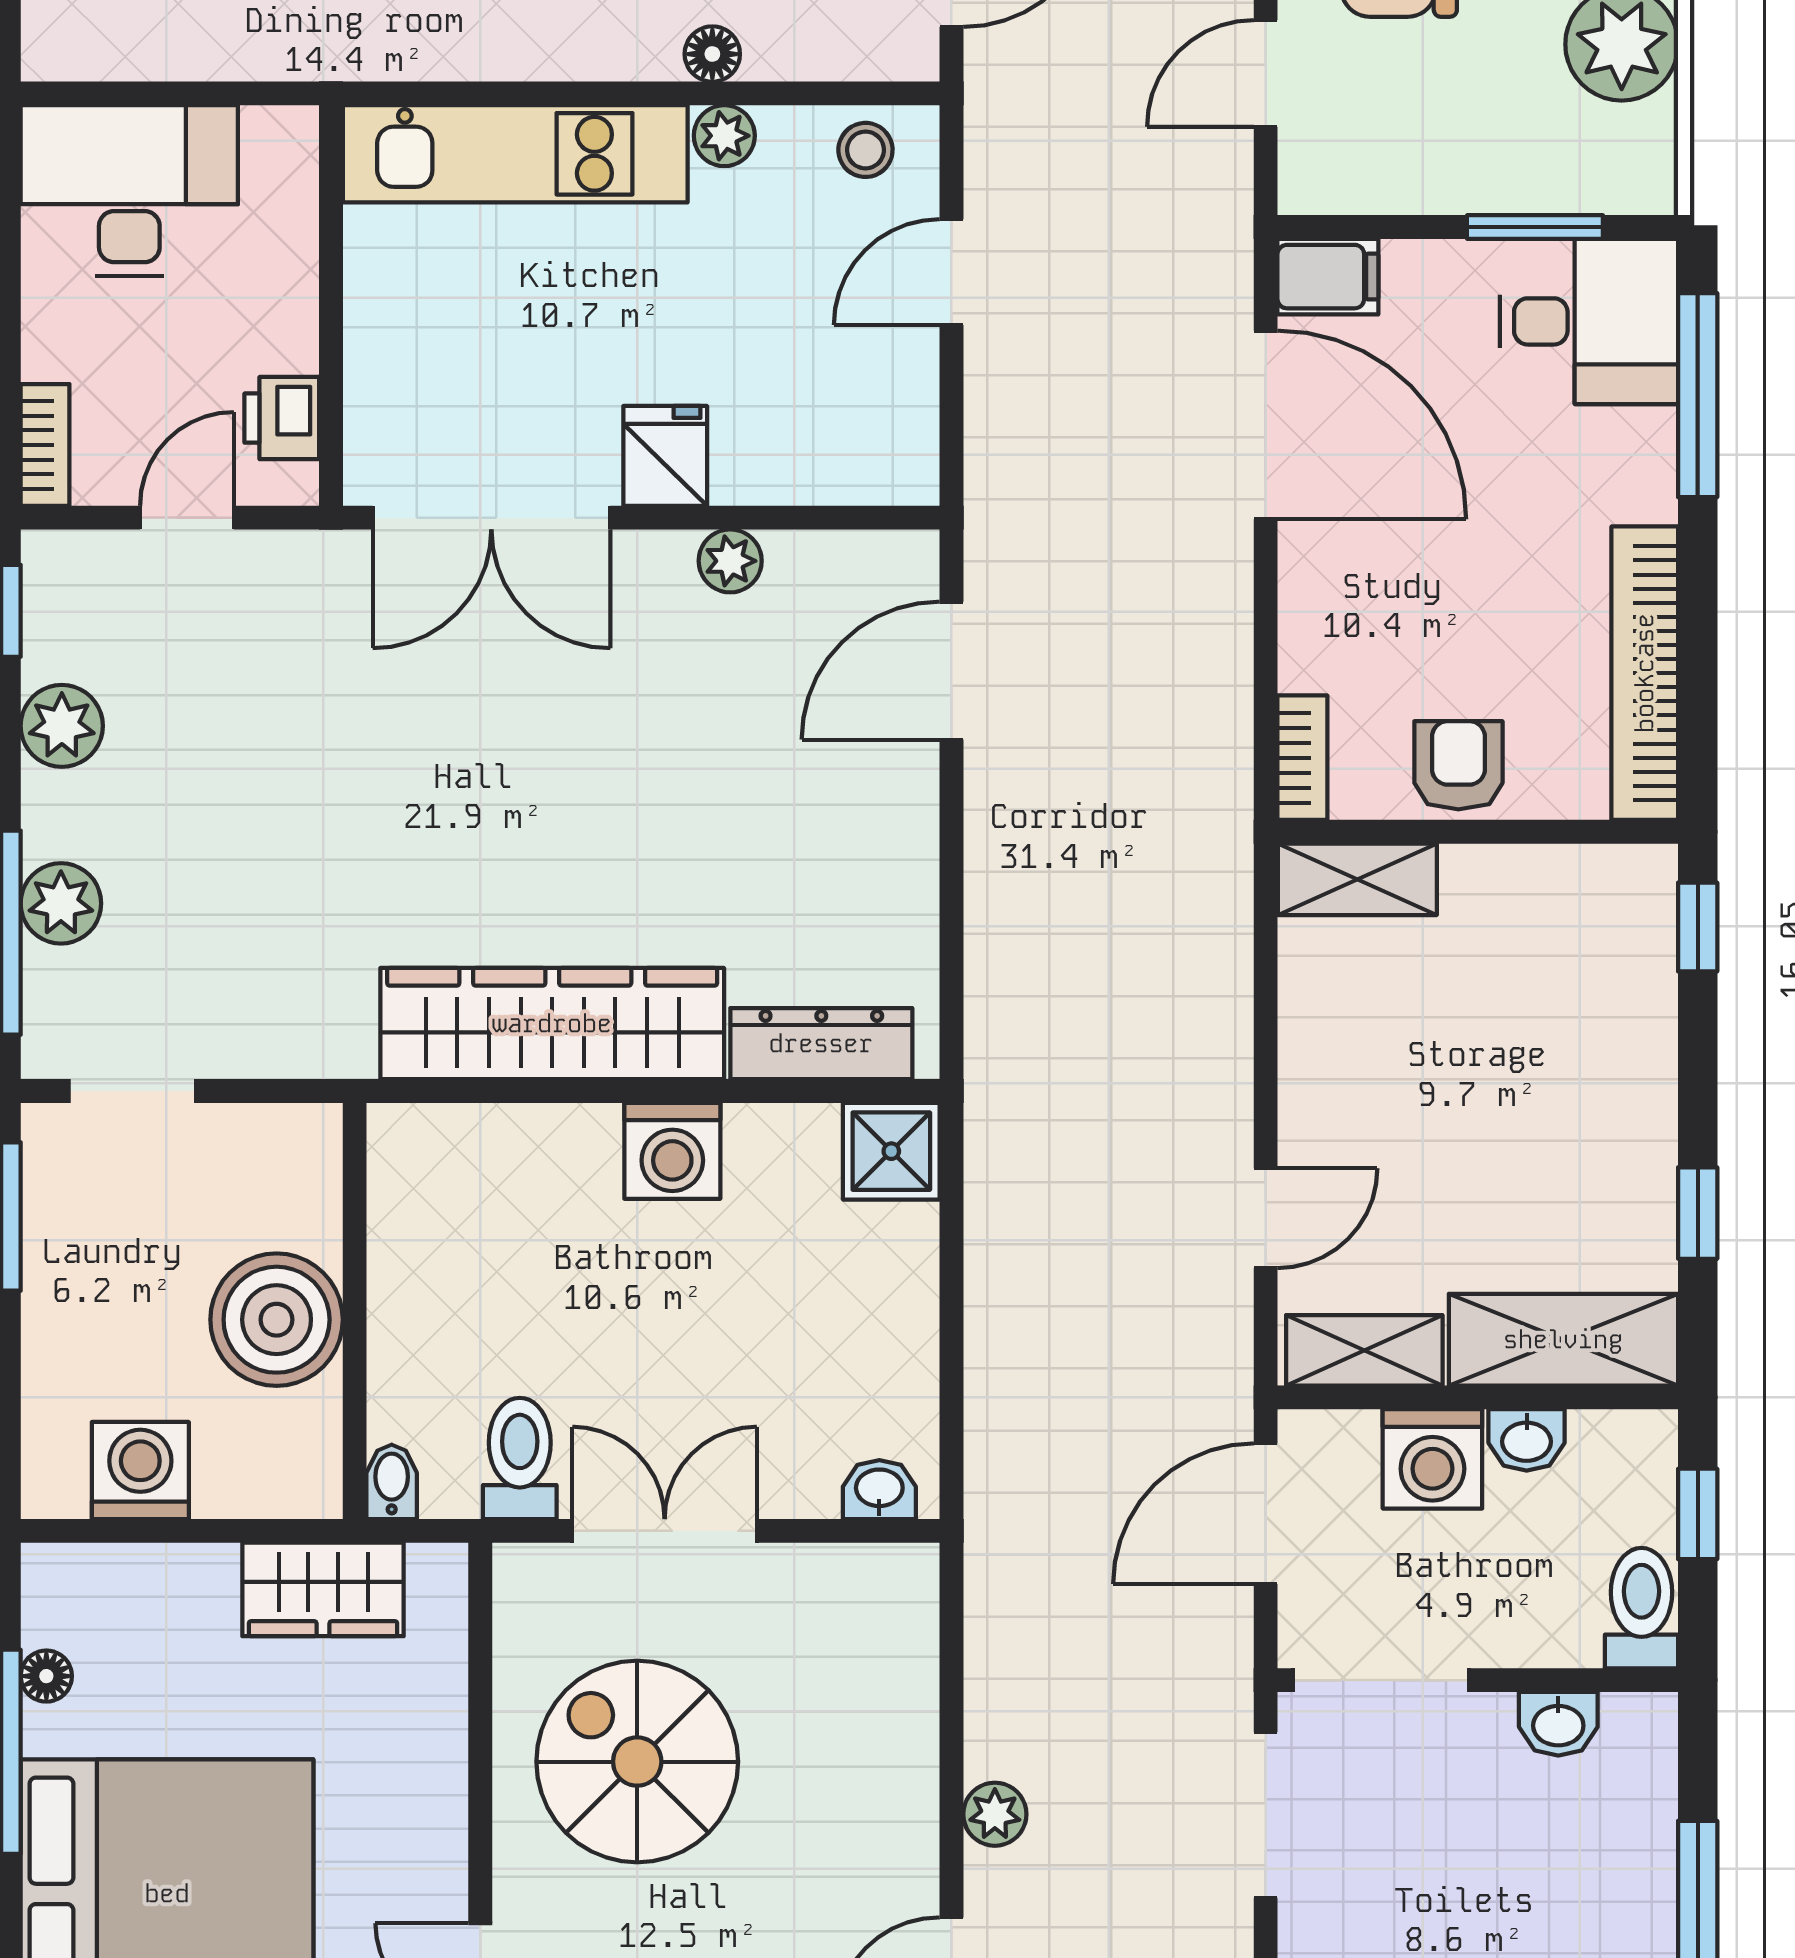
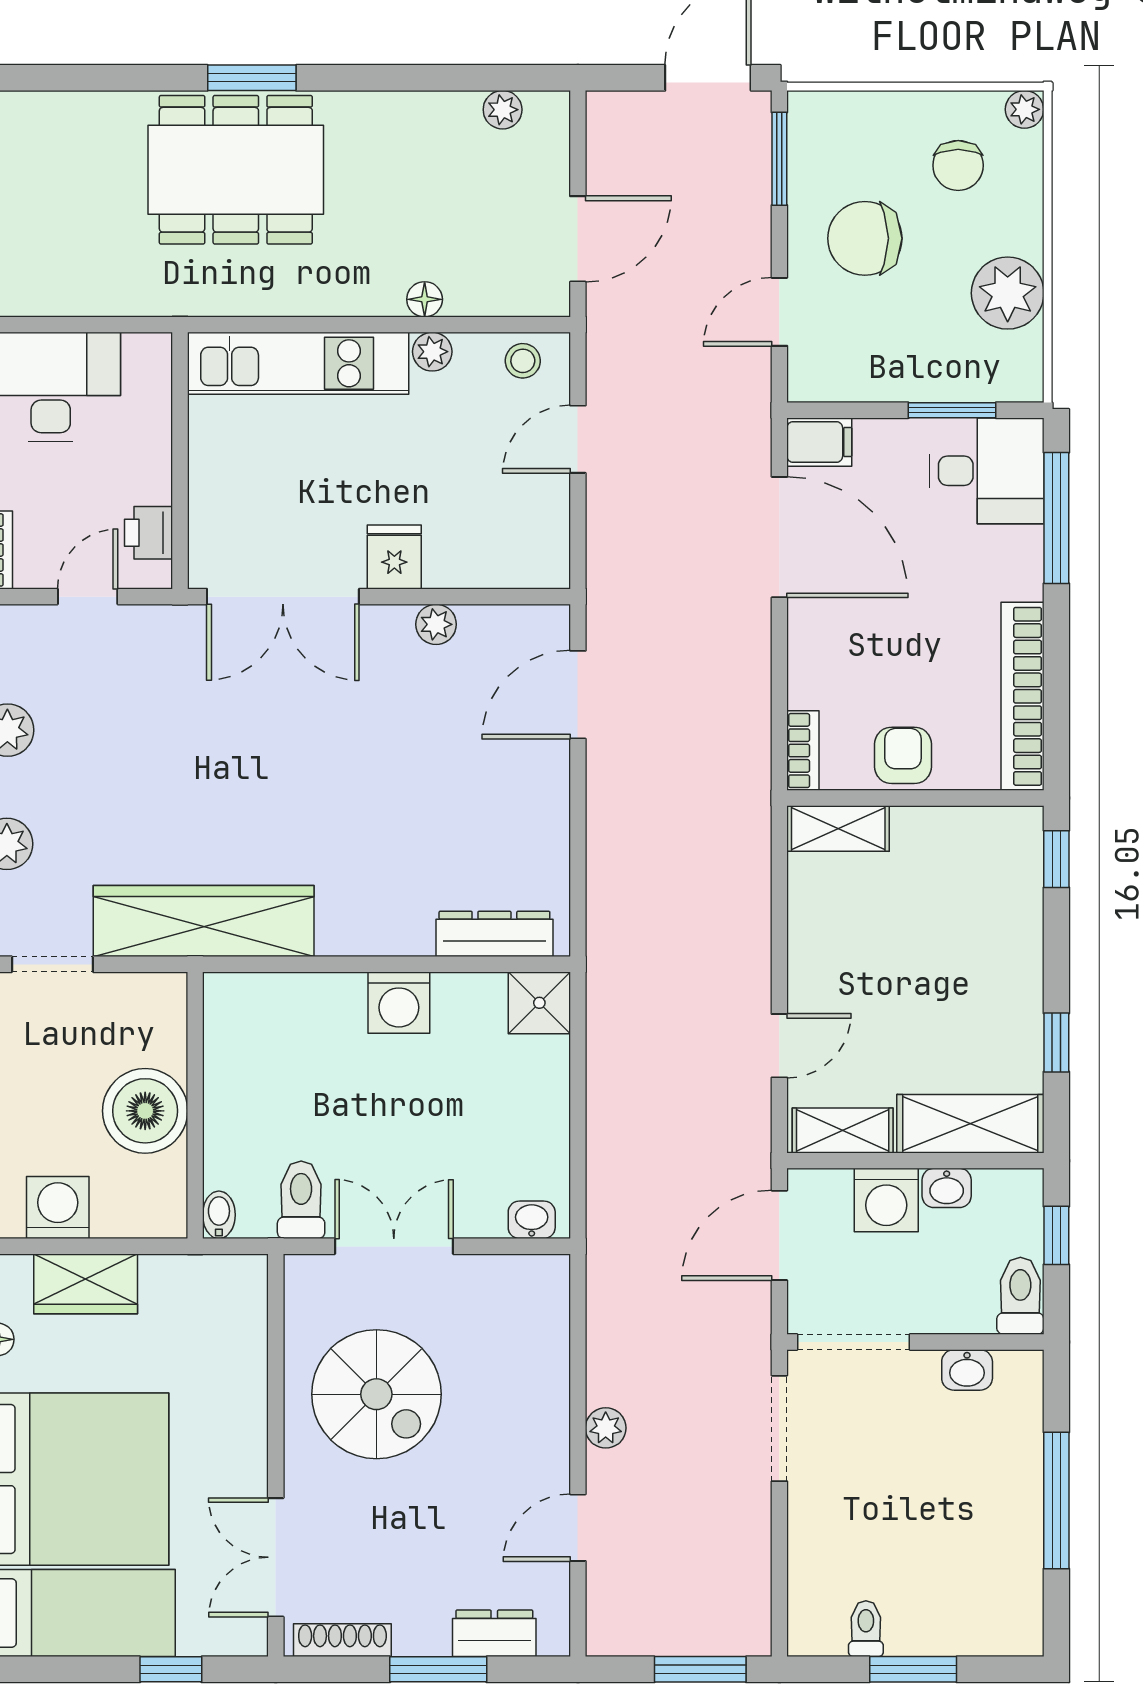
wardrobe: (552, 1024) -> (204, 921), moved
wardrobe: (323, 1589) -> (86, 1284), moved
spiral stairs: (637, 1762) -> (376, 1394), turned 180

